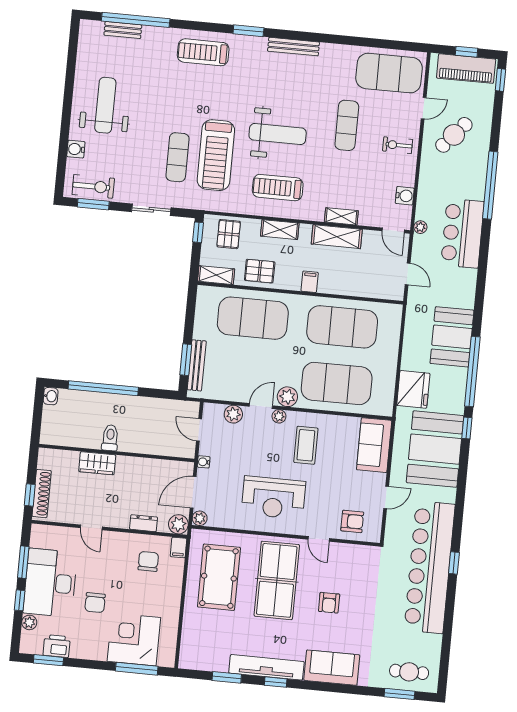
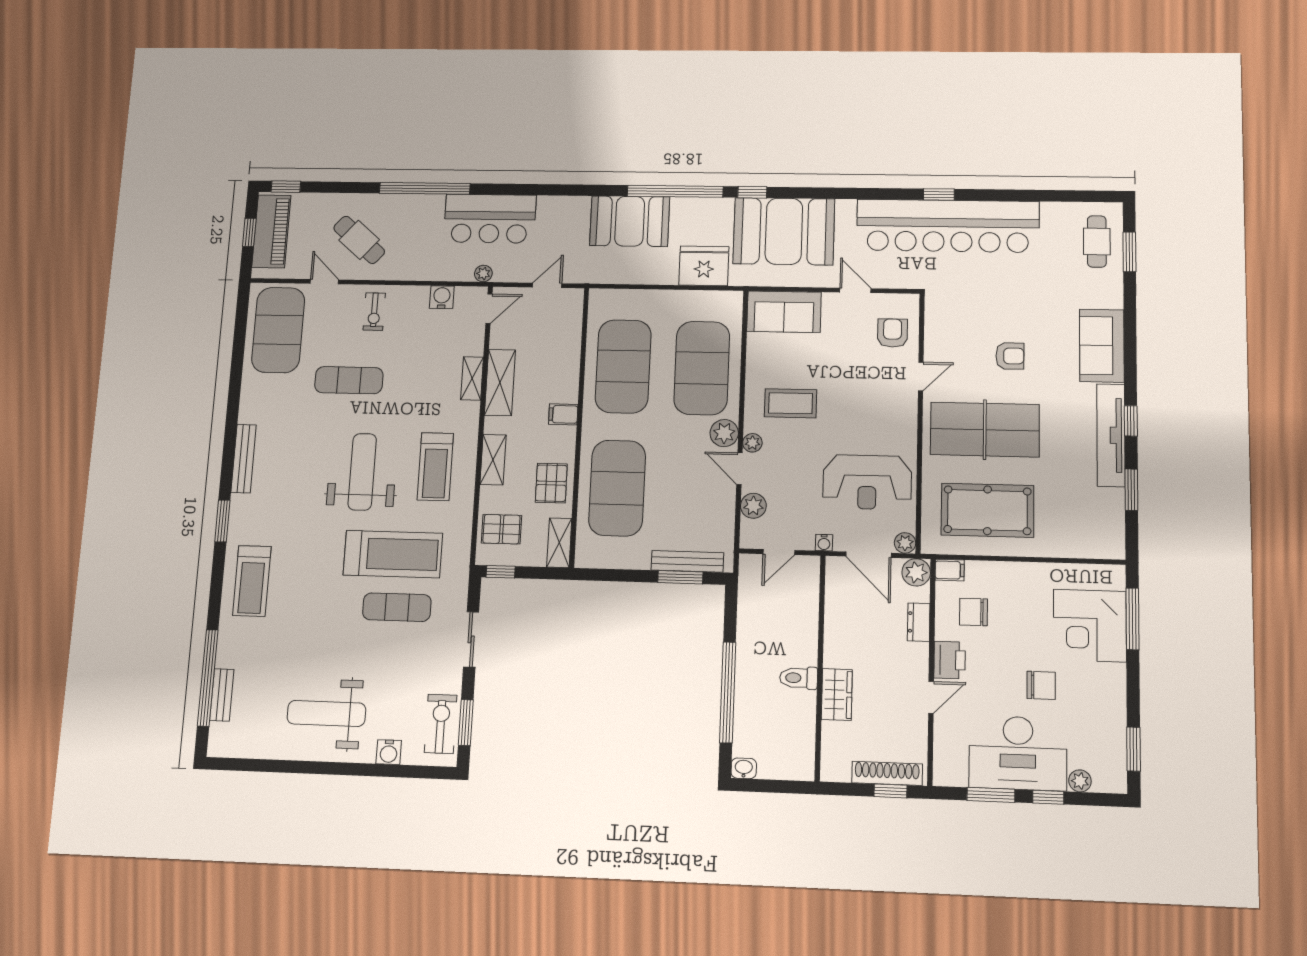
reception desk: (273, 498) -> (867, 482), moved, turned 90
printer: (57, 646) -> (950, 660), moved, turned 180

